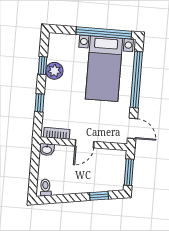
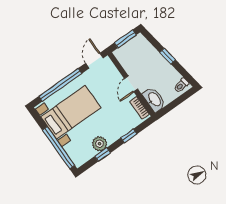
window: (104, 33) -> (58, 148), moved
door: (84, 144) -> (131, 84), swing flipped
washbasin: (47, 150) -> (154, 100), width x1.91, depth x1.45
window: (99, 196) -> (168, 56), moved

